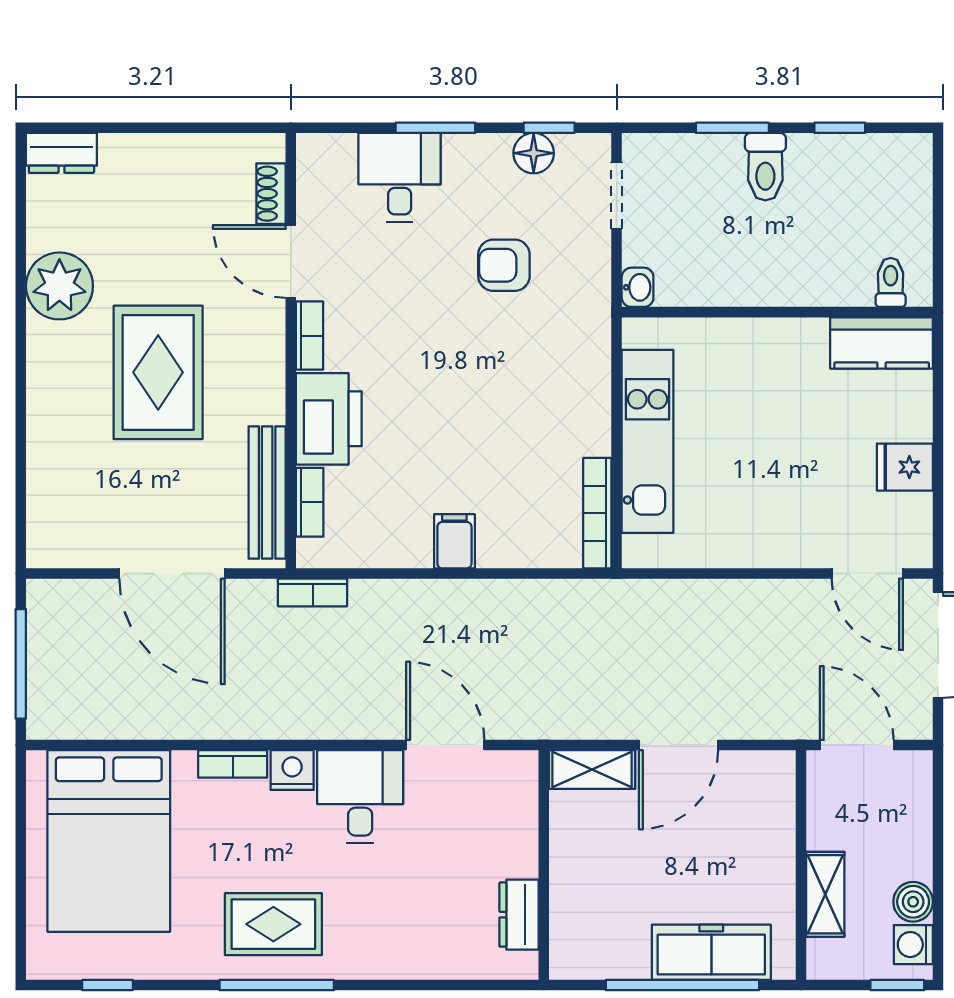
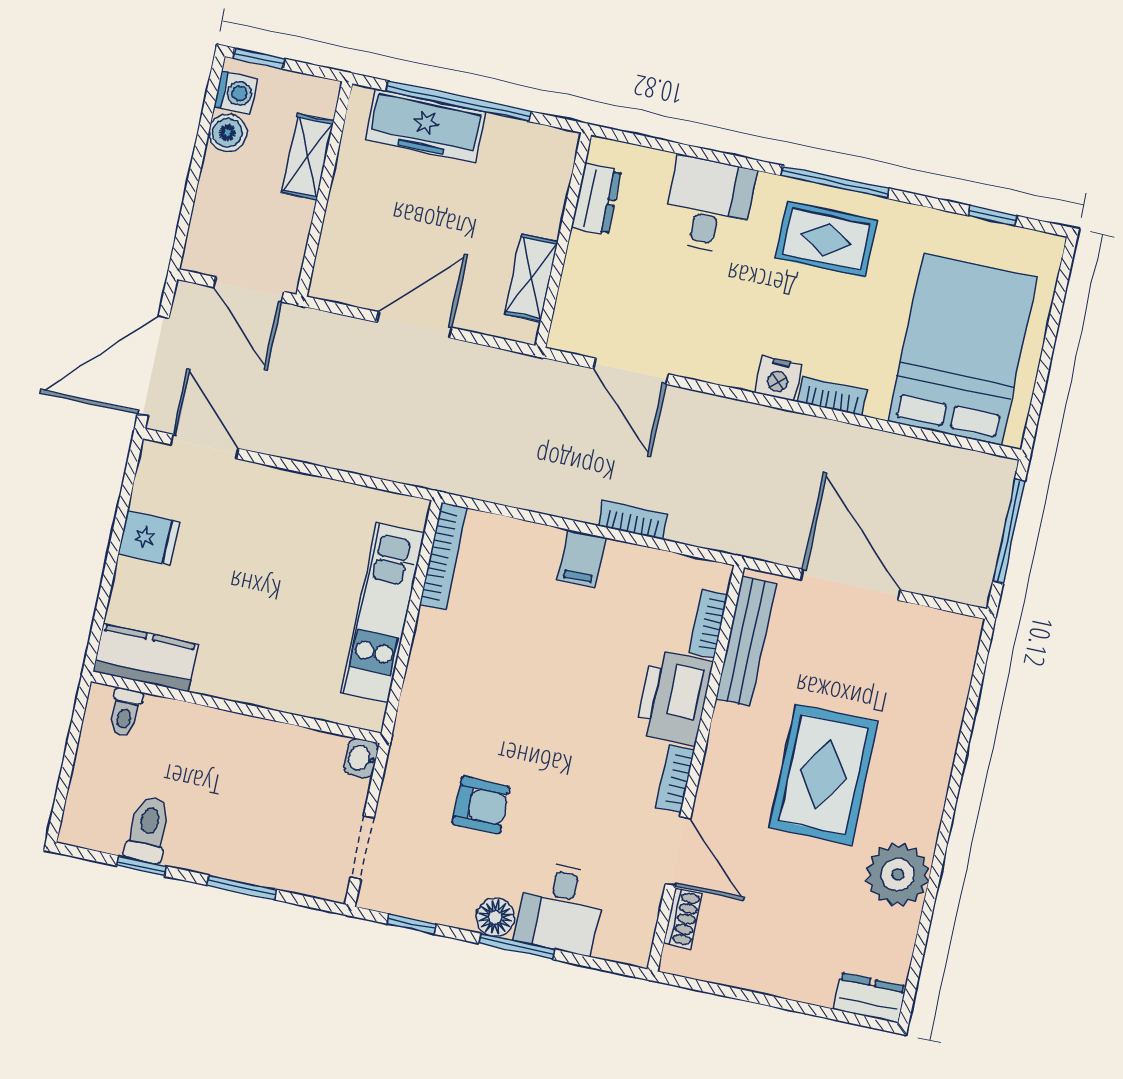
floor lamp: (534, 153) -> (495, 917), moved
toilet: (765, 167) -> (148, 830), moved
bookcase: (313, 593) -> (633, 520), moved
shelving: (592, 770) -> (531, 278), moved, turned 90
desk: (360, 797) -> (709, 205), moved, turned 180

